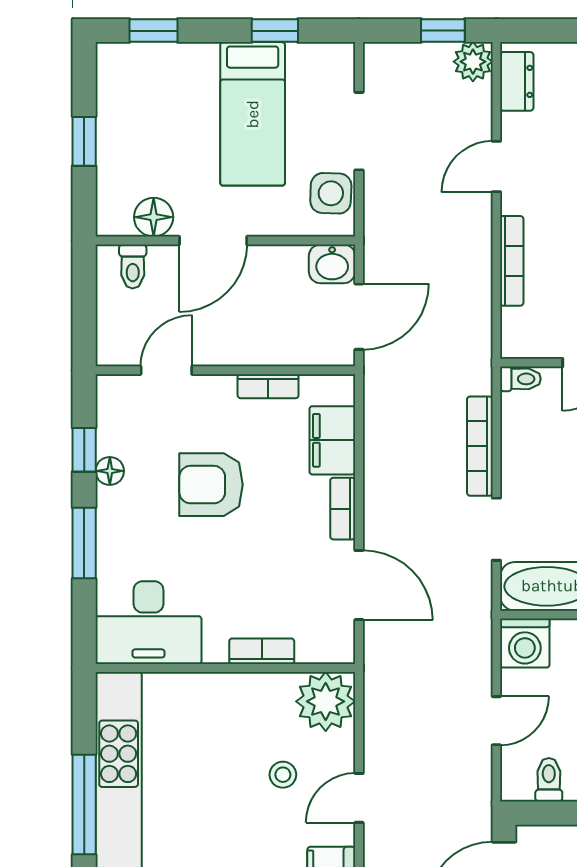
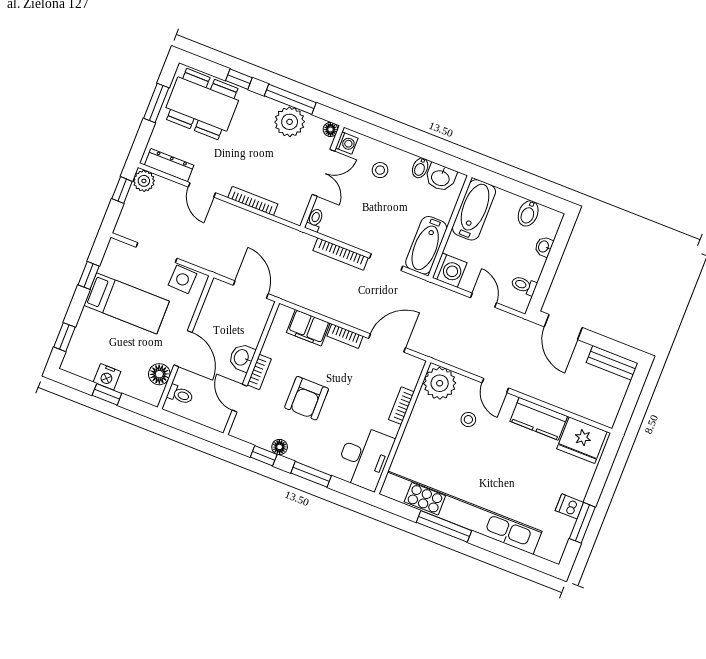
dresser: (517, 81) -> (169, 165), width x1.44
nightstand: (114, 130) -> (107, 377), added
washbasin: (332, 264) -> (242, 358), moved, turned 180
bookcase: (268, 386) -> (259, 372), moved

